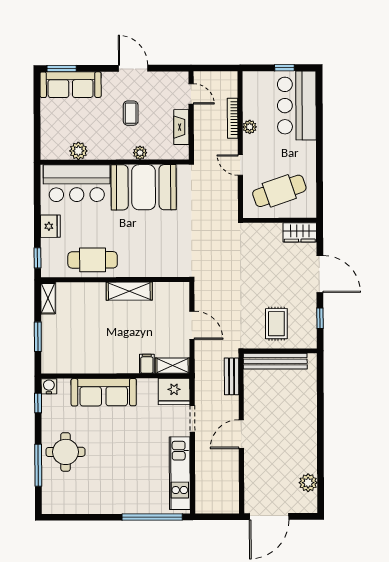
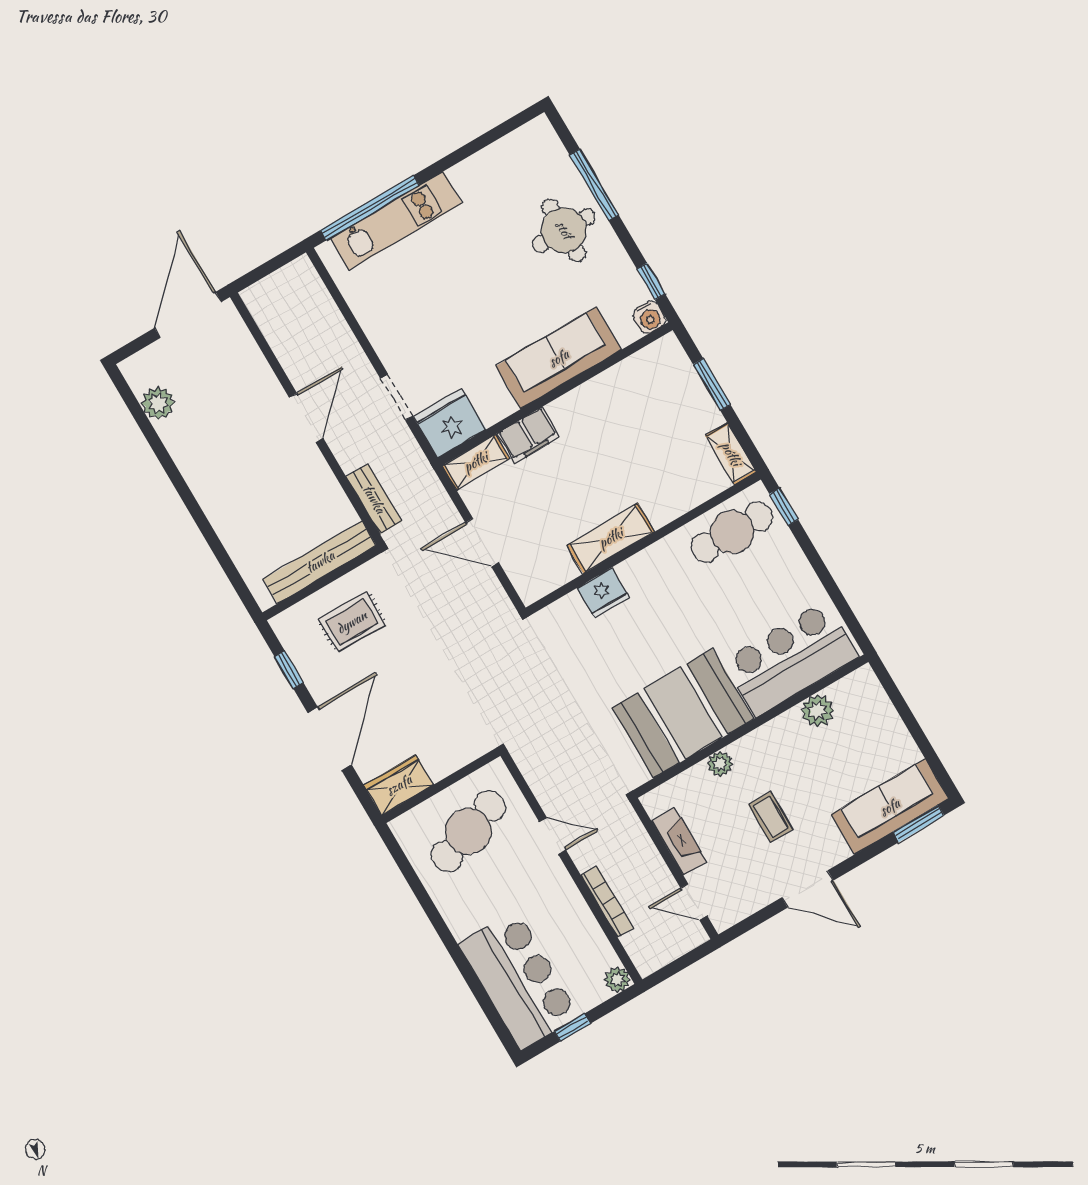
plant: (250, 127) -> (617, 980), moved
fridge: (50, 226) -> (603, 593), moved, turned -90
cafe table: (93, 260) -> (732, 532), moved
door: (320, 274) -> (330, 739), swing flipped
rug: (276, 324) -> (352, 622), turned 90
filing cabinet: (147, 364) -> (529, 435), width x2.00
kitchen unit: (180, 473) -> (396, 221), moved, turned 90

